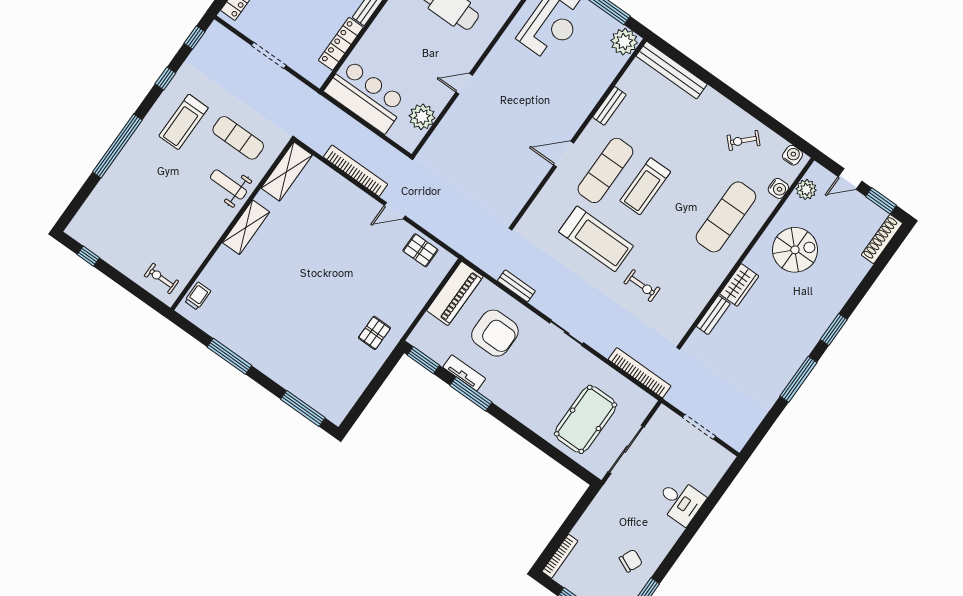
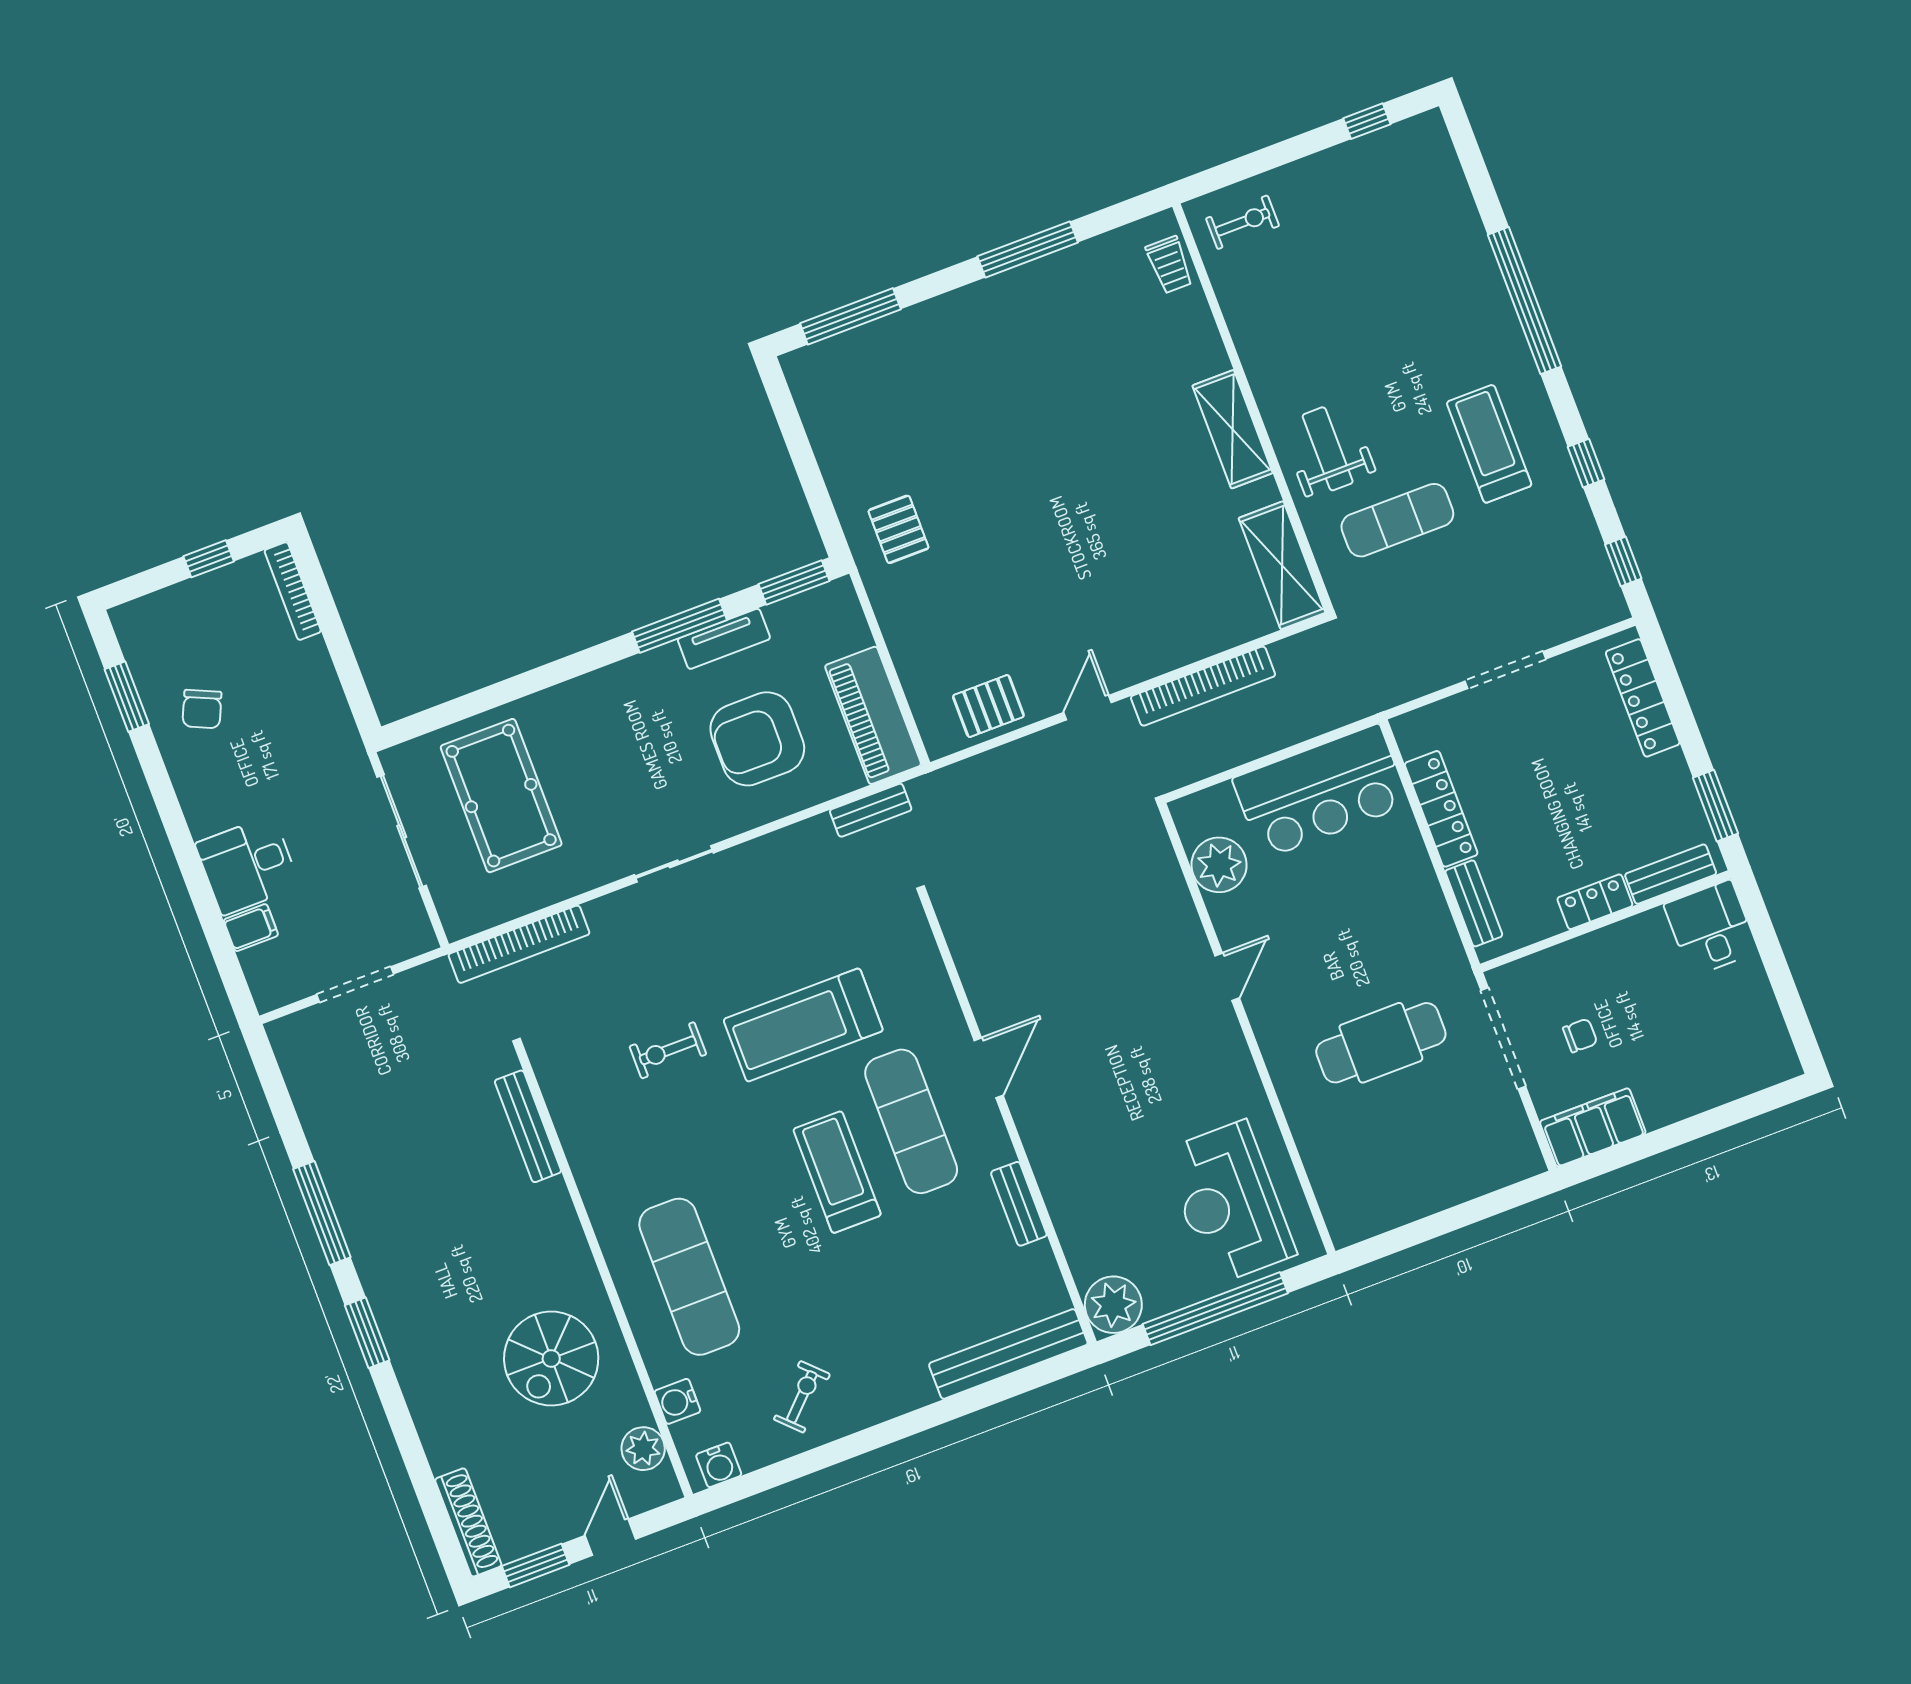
weight bench: (228, 184) -> (1328, 449), turned -90
wardrobe: (739, 285) -> (555, 1220), removed
bench: (516, 286) -> (871, 810), moved
bench: (713, 315) -> (528, 1126), width x1.36
filing cabinet: (704, 483) -> (251, 928), added

